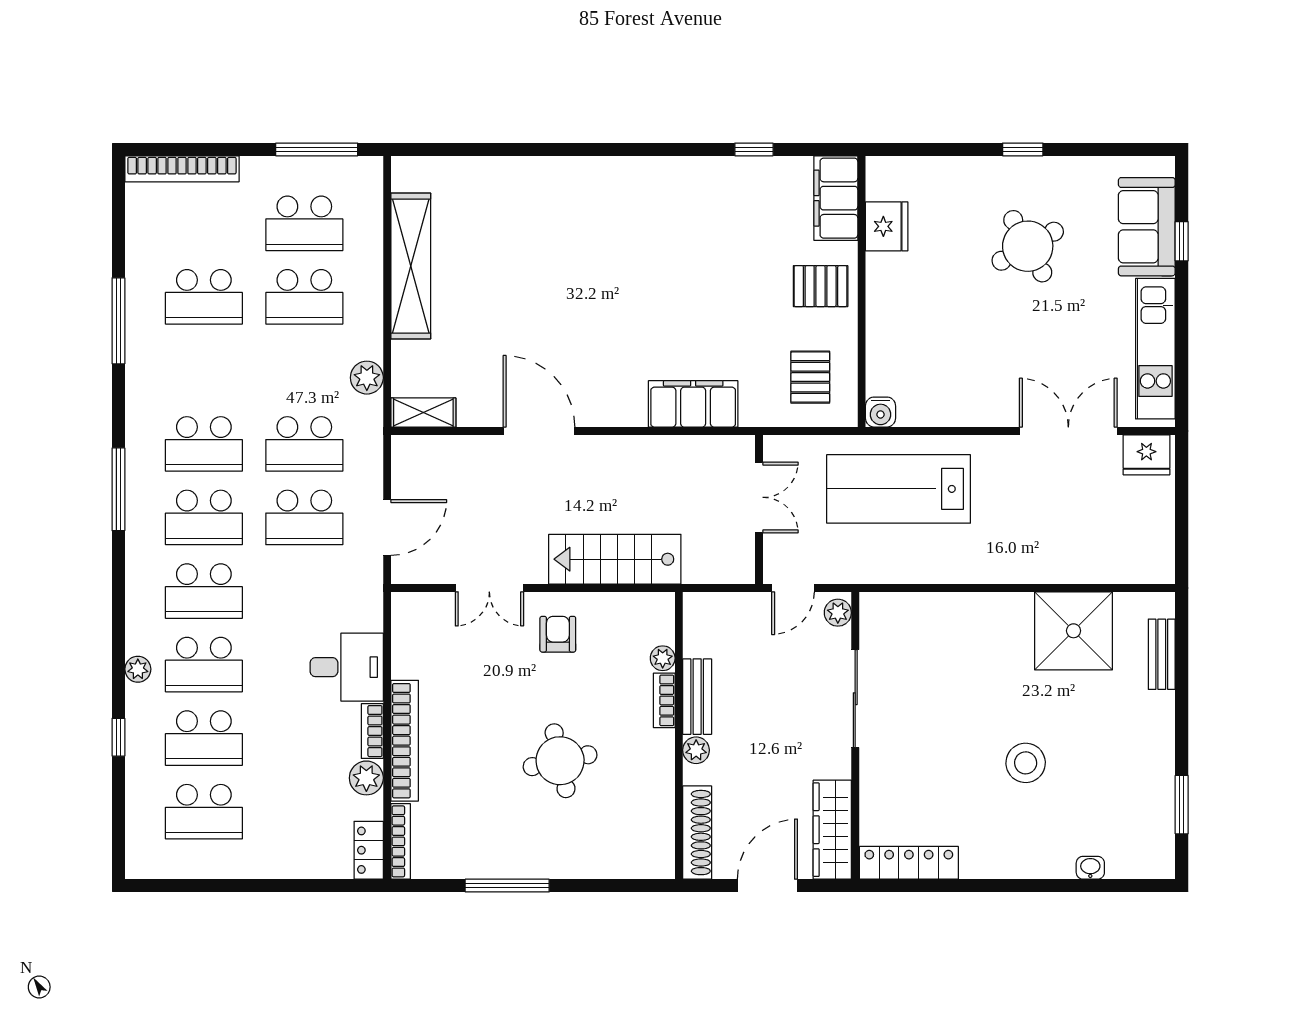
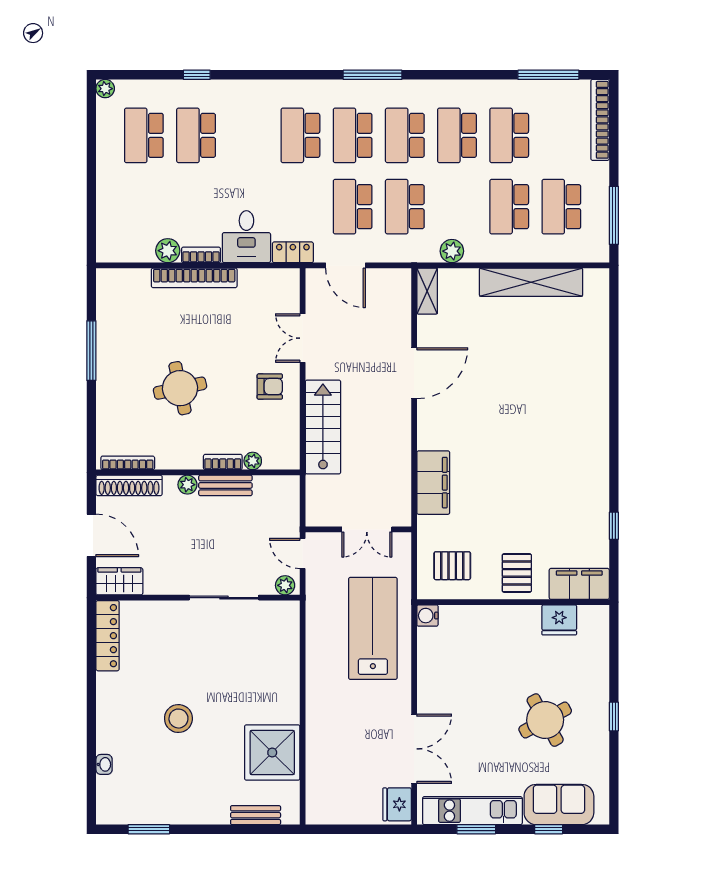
window: (118, 321) -> (548, 75), moved
window: (1182, 343) -> (476, 829), added
school desk: (204, 665) -> (457, 135), moved
plant: (138, 669) -> (105, 89), moved
wardrobe: (832, 830) -> (119, 581), width x0.67
bookcase: (401, 841) -> (128, 463), moved, turned 180
locker: (369, 850) -> (293, 252), moved

